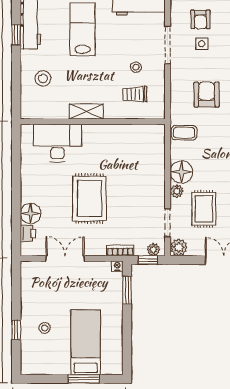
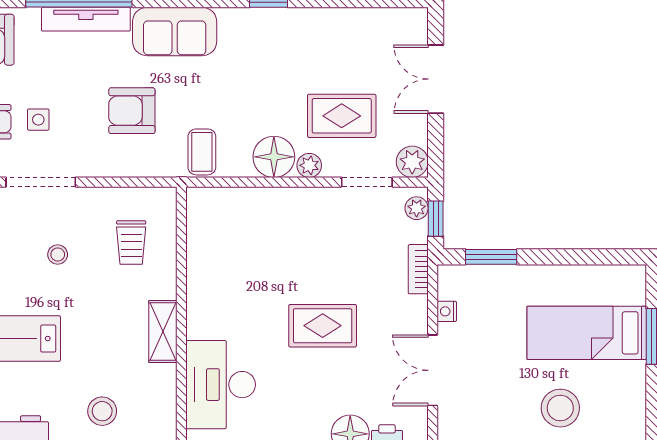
stool: (136, 67) -> (58, 255), moved
rug: (89, 198) -> (323, 326), width x0.73, depth x0.70
nightstand: (117, 266) -> (447, 311), moved
stool: (45, 328) -> (560, 408), width x1.89, depth x1.89

